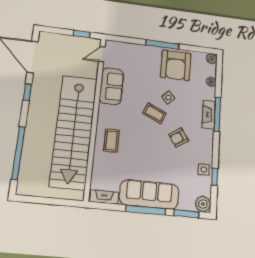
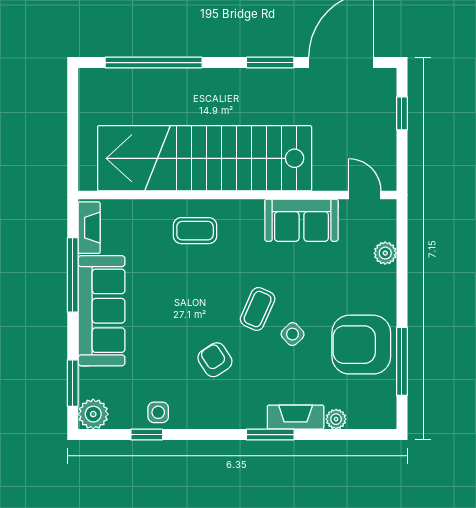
window: (82, 34) -> (402, 113), moved
window: (162, 44) -> (402, 361), moved
plant: (212, 59) -> (385, 253), moved
window: (27, 92) -> (270, 63), width x1.50
window: (217, 114) -> (270, 435), width x0.69
fireplace: (209, 115) -> (296, 417), moved
window: (146, 210) -> (73, 275), moved

